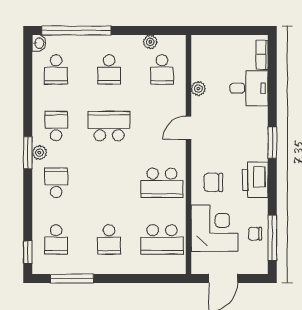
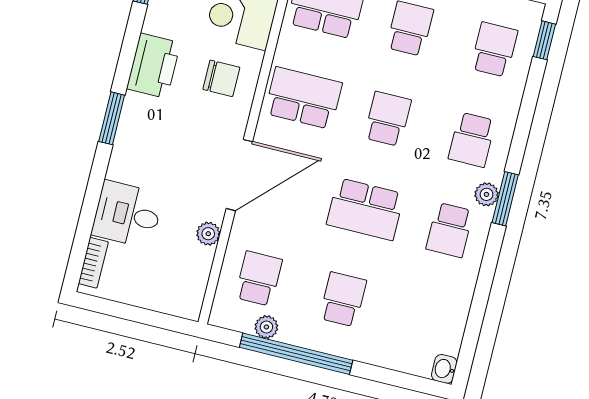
window: (76, 30) -> (296, 354), moved
school desk: (56, 69) -> (388, 119), moved
door: (189, 128) -> (239, 175), width x1.87

